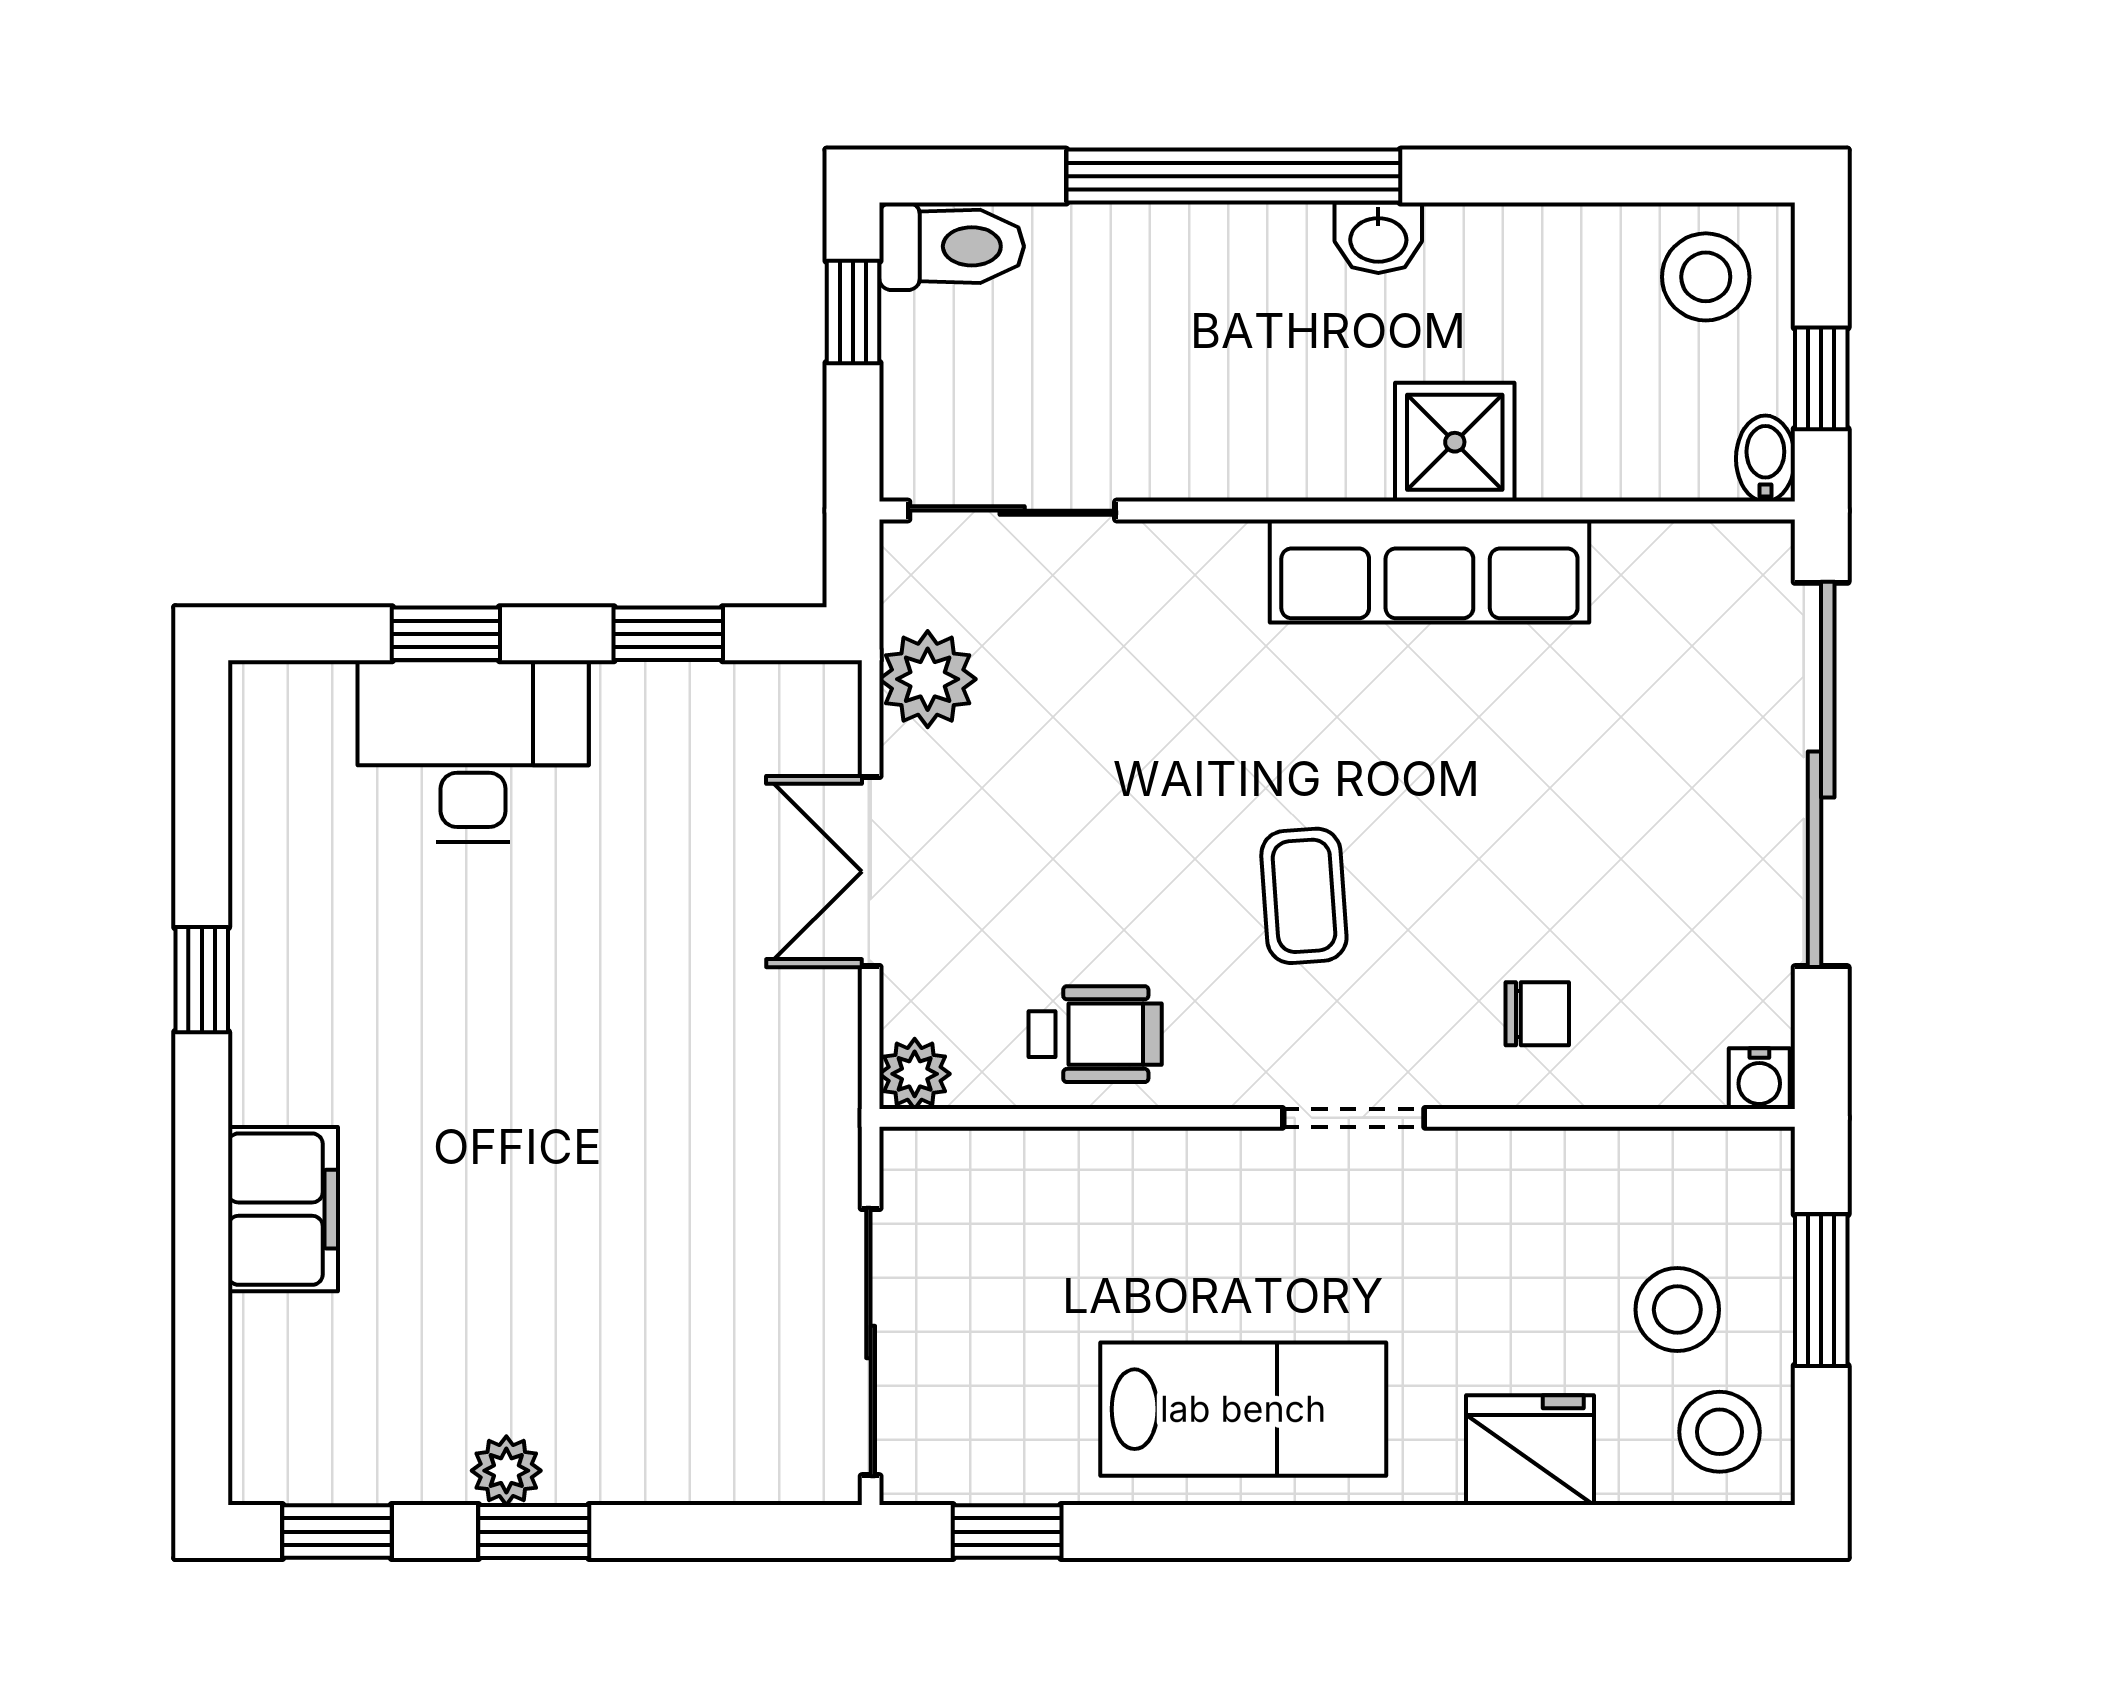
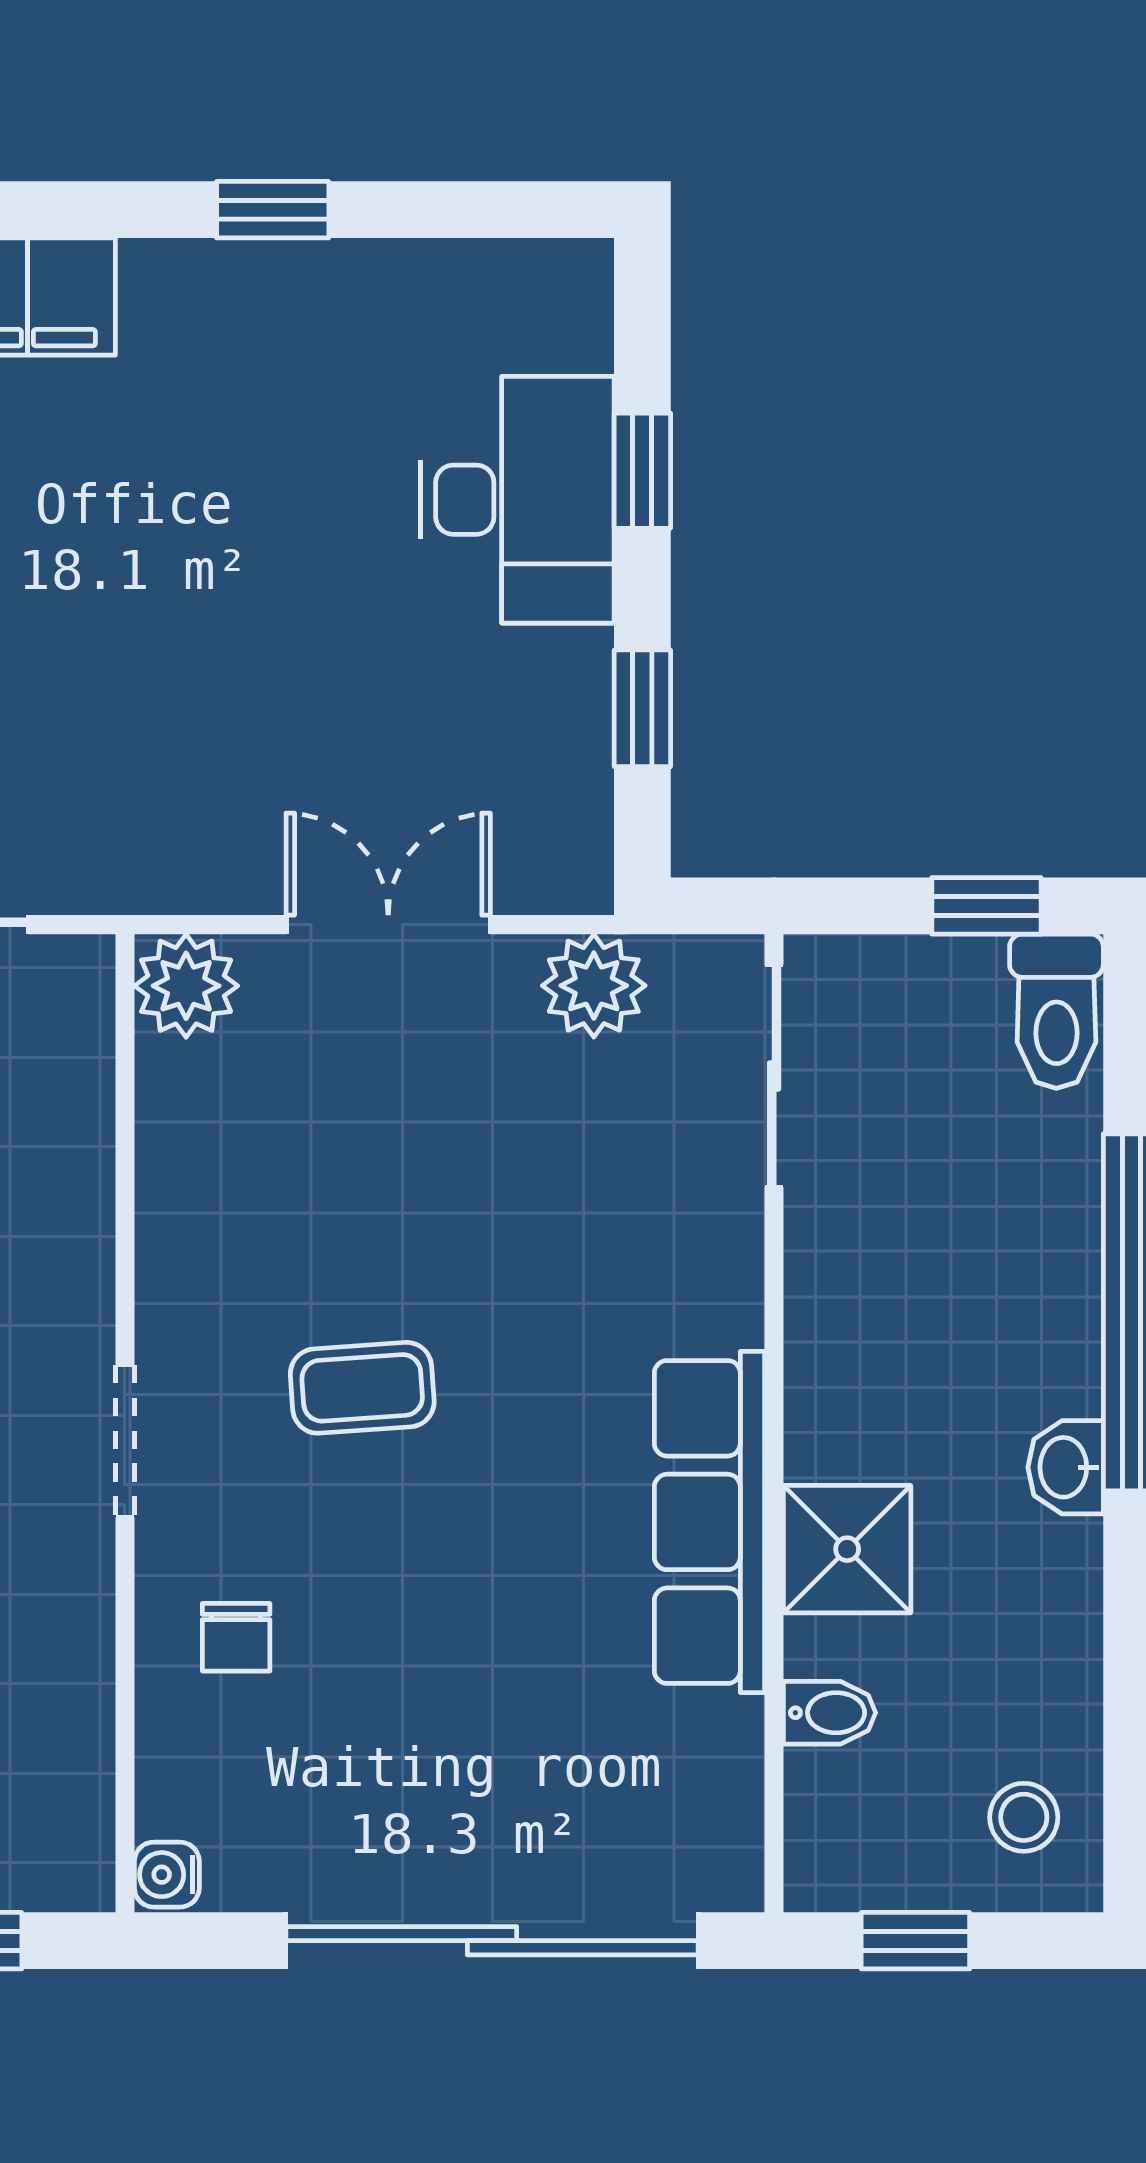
stool: (1706, 277) -> (1024, 1817), width x0.73, depth x0.73
bidet: (1765, 459) -> (830, 1713), moved
wheelchair: (1095, 1034) -> (214, 1165), removed
plant: (915, 1074) -> (186, 986), width x1.38, depth x1.38

